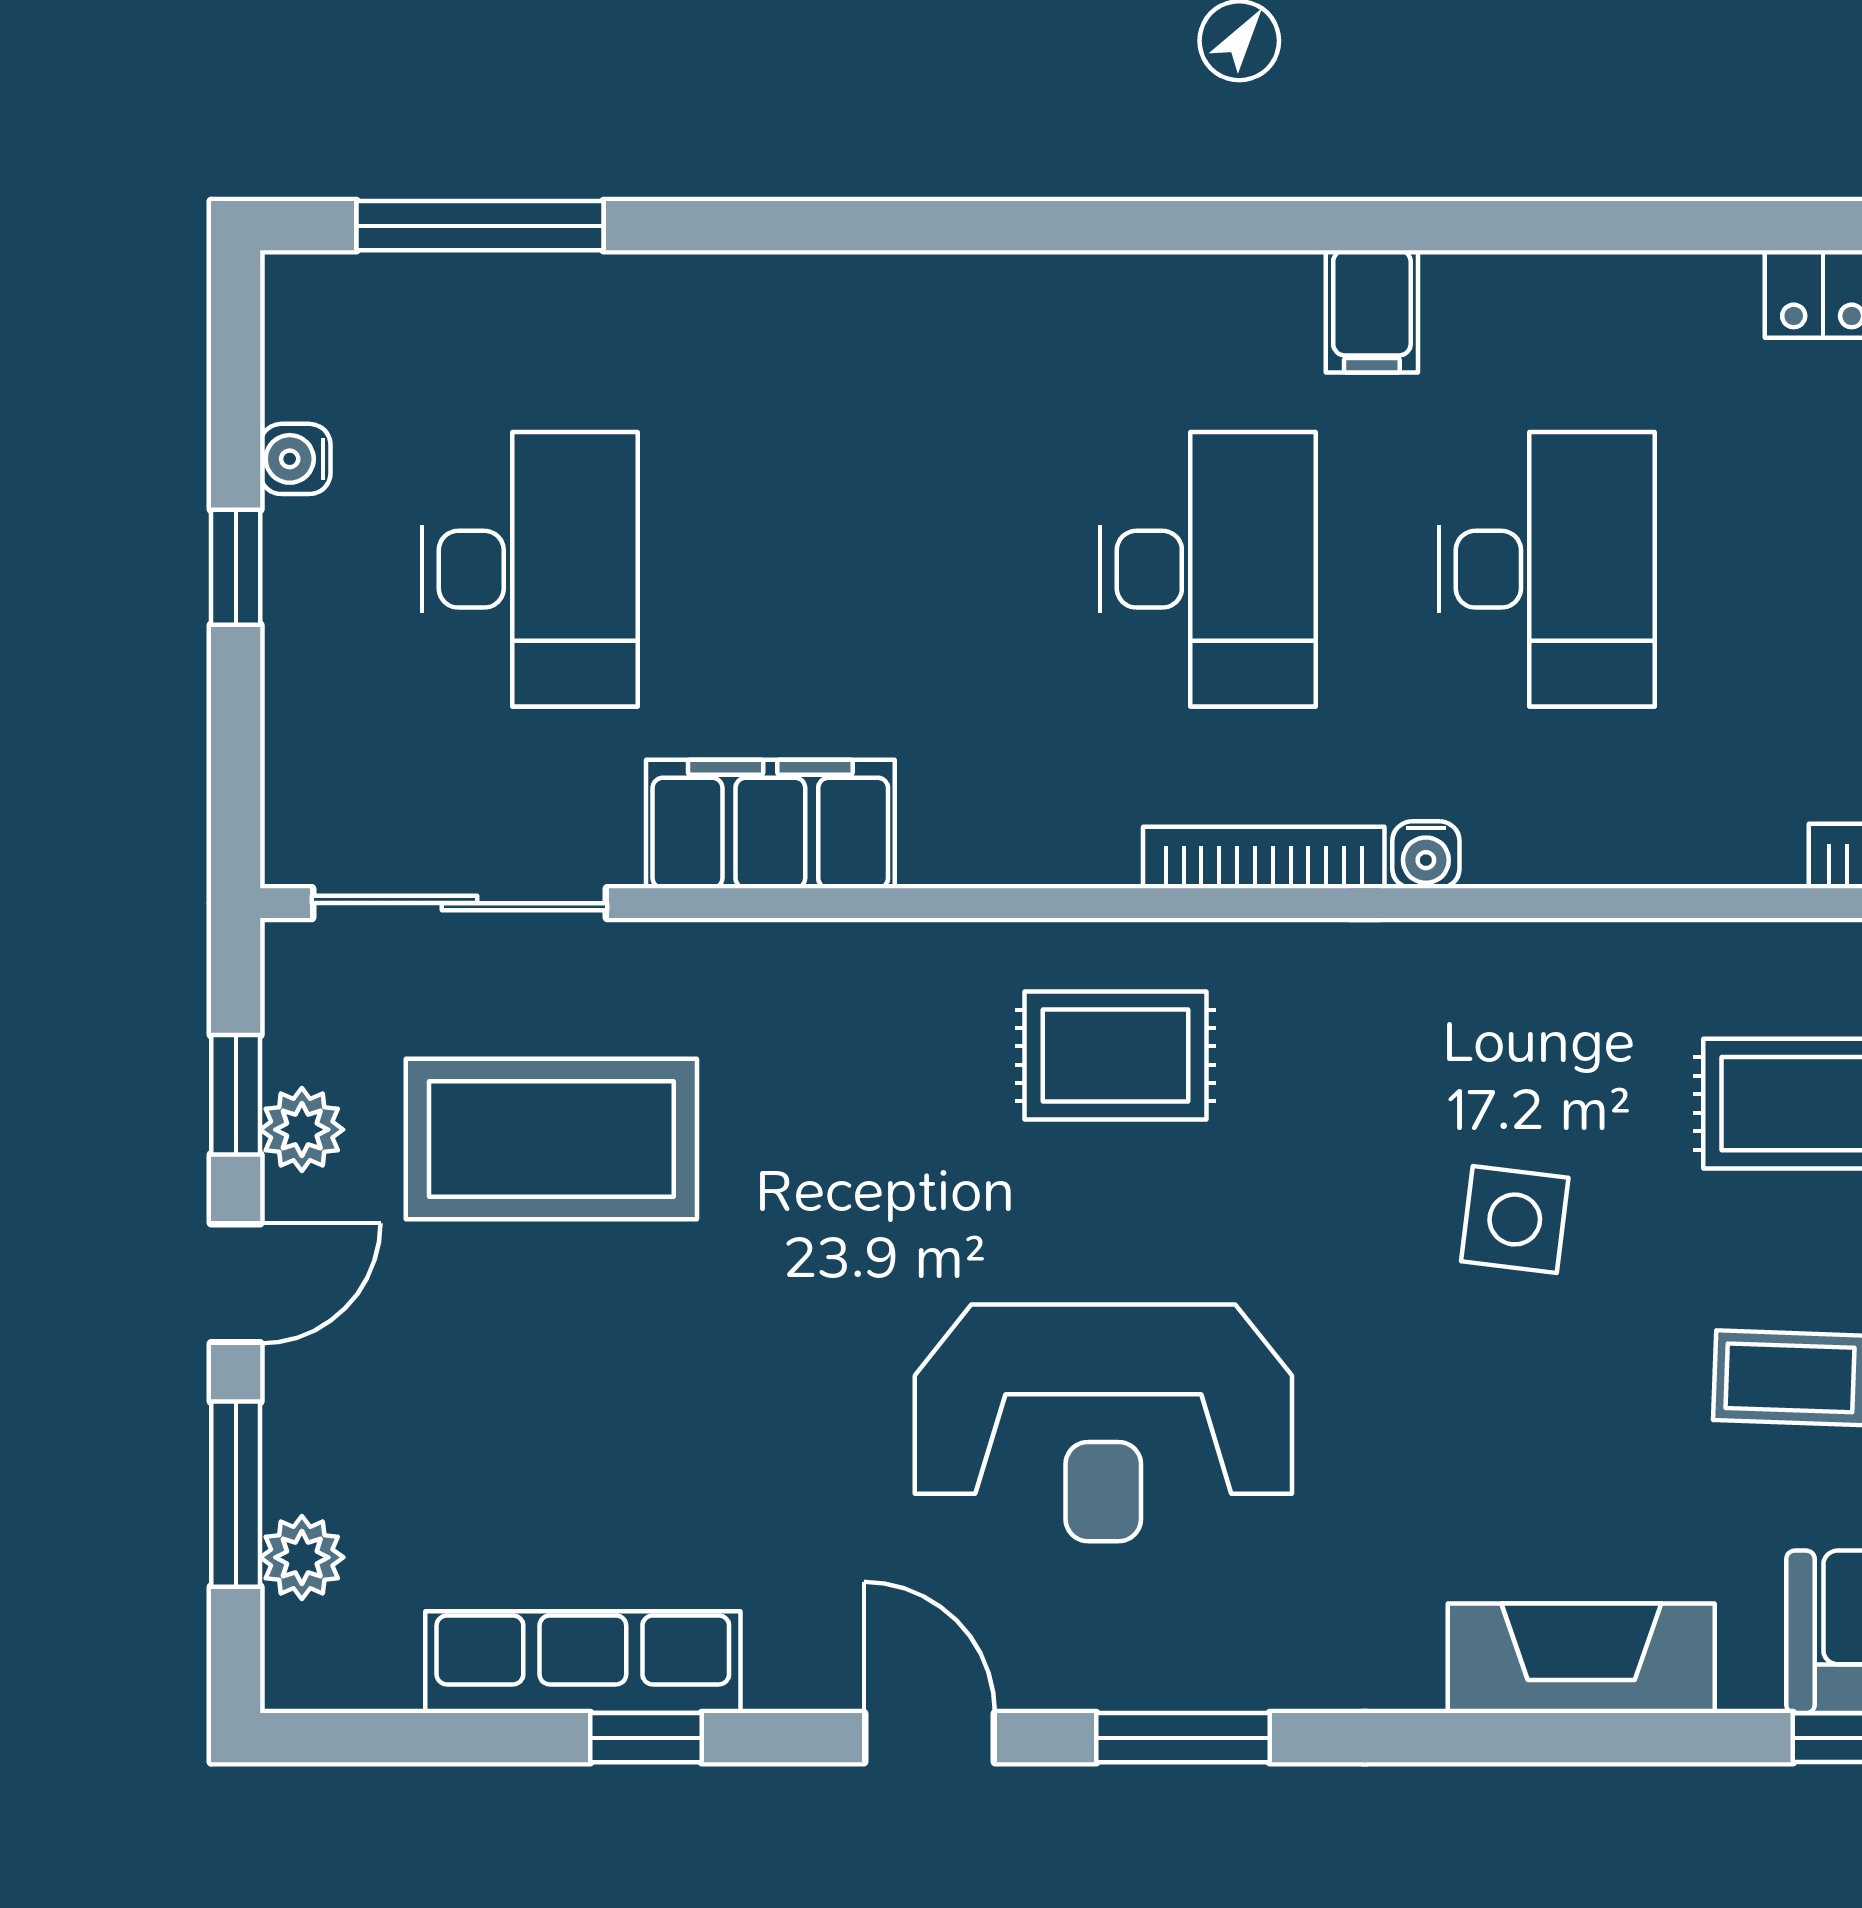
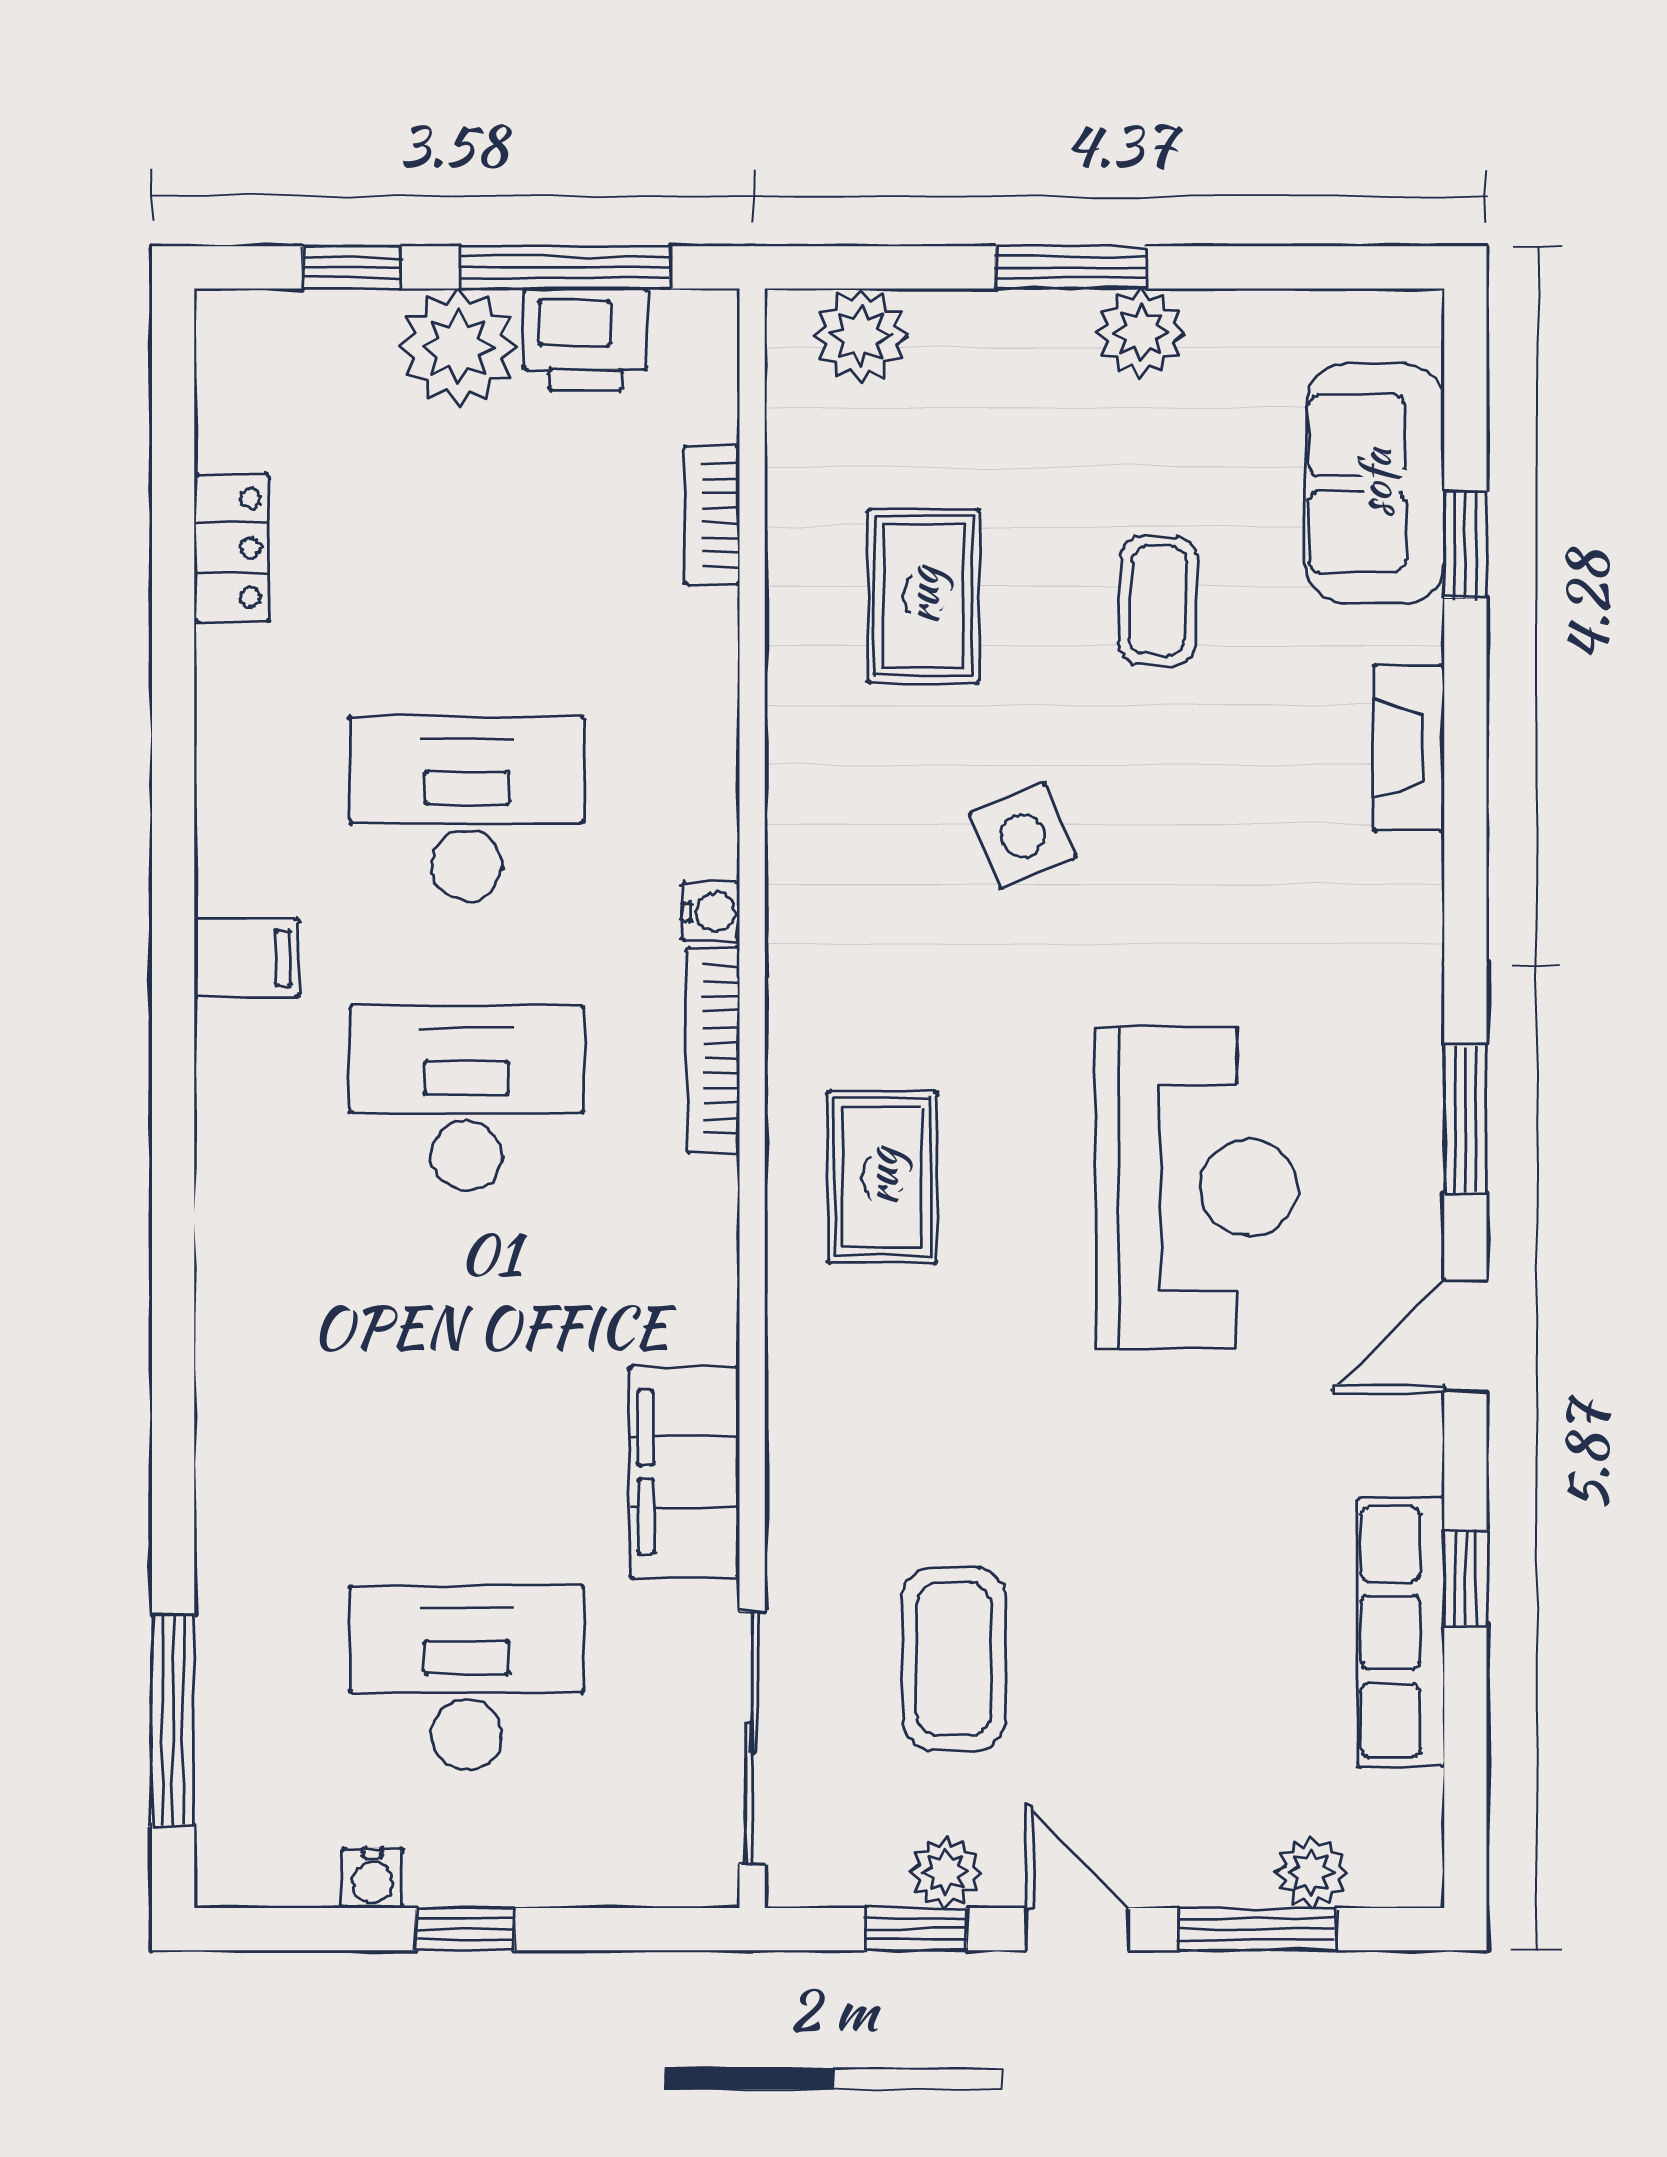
coffee table: (551, 1139) -> (954, 1659), width x0.73, depth x0.76
side table: (1515, 1219) -> (1023, 836), turned -30
fireplace: (1581, 1658) -> (1409, 748), width x0.73, depth x0.76

